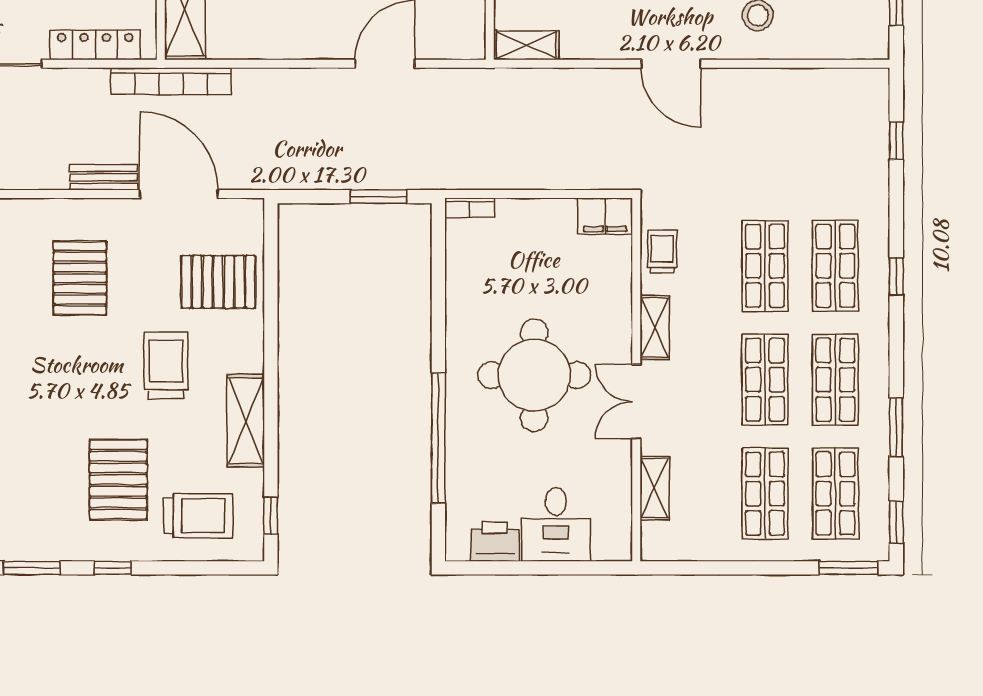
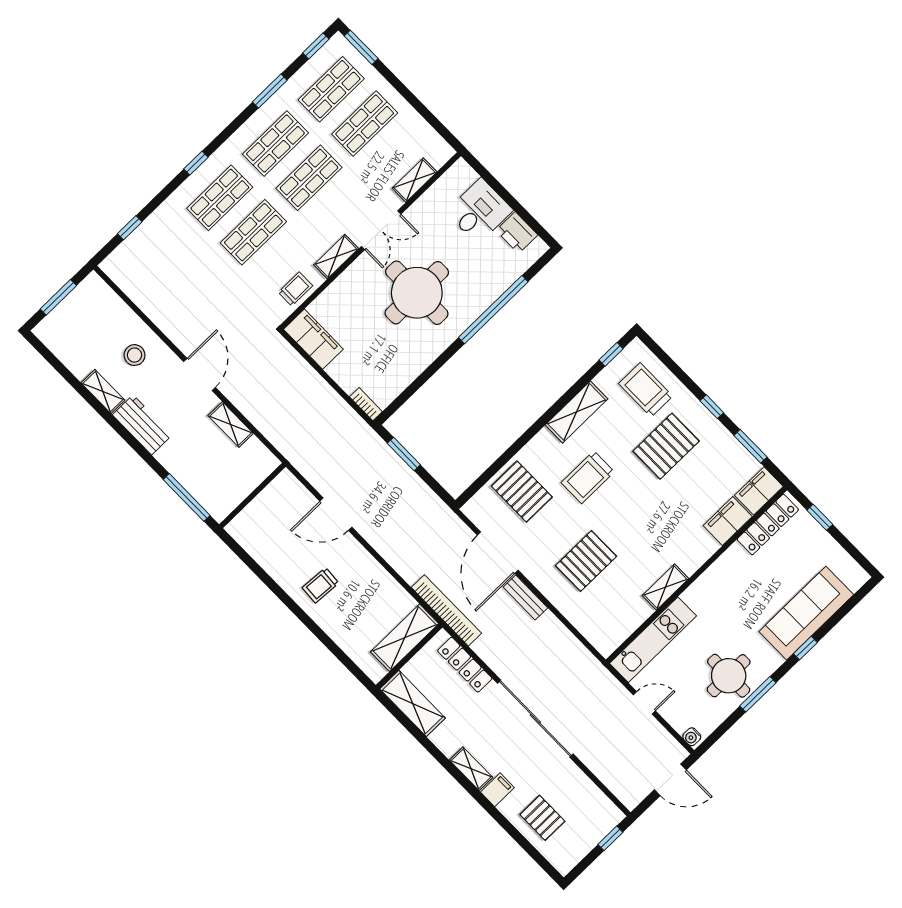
shelving: (526, 45) -> (231, 424), moved
filing cabinet: (605, 216) -> (313, 339), width x1.50, depth x1.17
trolley: (662, 252) -> (295, 289), turned 180

